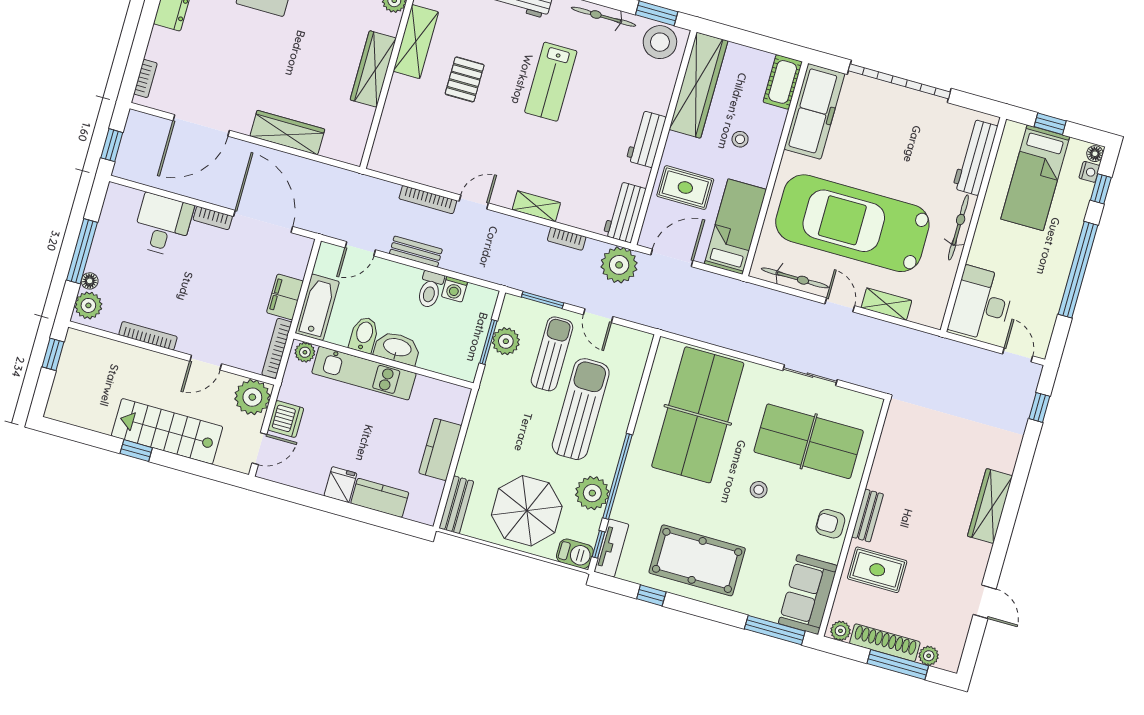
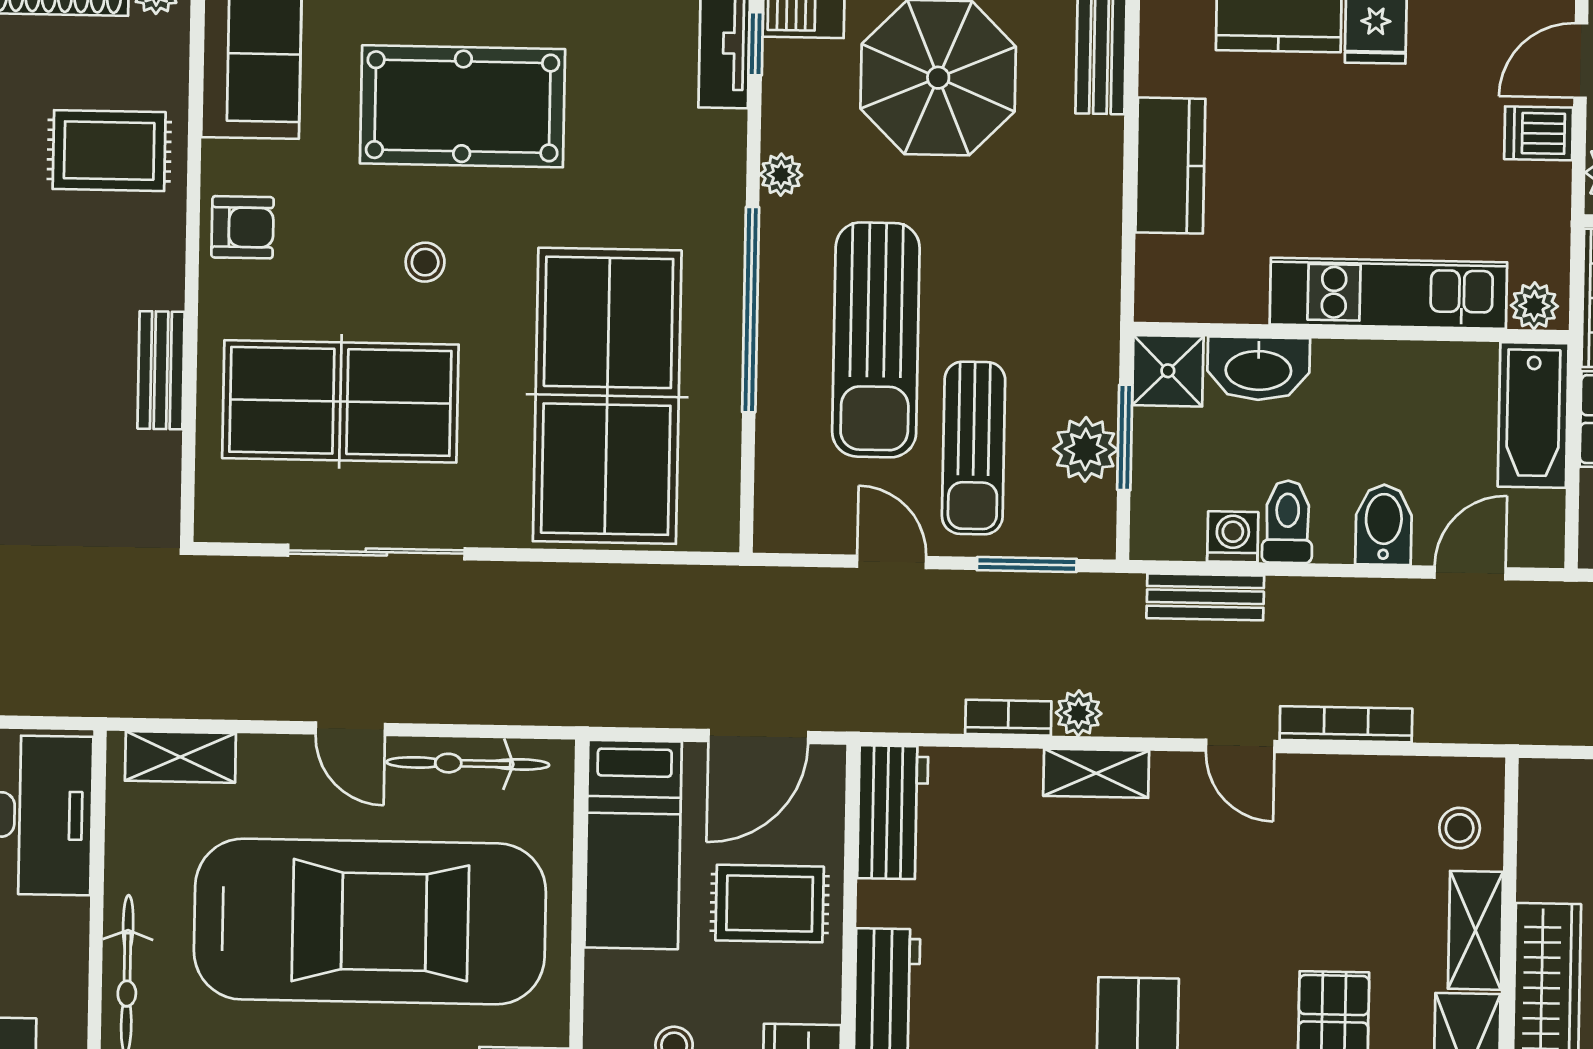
shelving: (396, 101) -> (1475, 930), added
stool: (392, 144) -> (1460, 828), added
door: (474, 202) -> (1240, 746), hinge flipped
bench: (416, 252) -> (1205, 597), moved
plant: (619, 265) -> (1079, 713), moved, width x0.53, depth x0.53
shelving: (886, 304) -> (180, 757), moved
bidet: (364, 335) -> (1384, 525), moved, turned 180
washbasin: (397, 348) -> (1258, 369), moved
shower: (463, 365) -> (1168, 371), added
sliding door: (810, 375) -> (376, 552), width x1.37
dishwasher: (286, 419) -> (1539, 133), width x0.73
window: (618, 476) -> (751, 310), moved
plant: (592, 493) -> (781, 175), width x0.53, depth x0.53
bench: (868, 516) -> (161, 370), moved
pool table: (697, 560) -> (463, 106), moved

